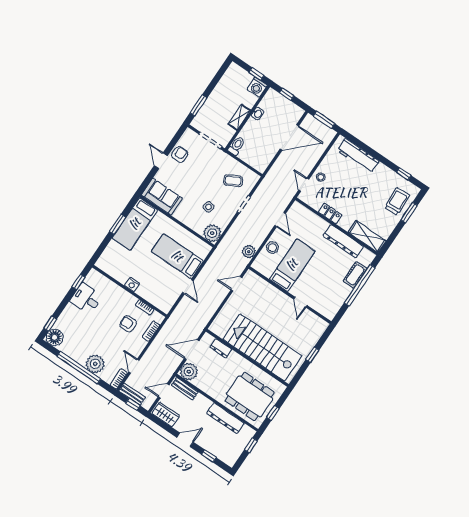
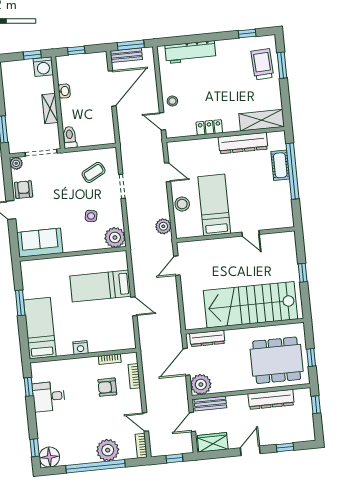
plant: (189, 134) -> (16, 163), added
bed: (135, 224) -> (40, 328), moved, turned 180
dresser: (221, 348) -> (207, 338), width x1.44
bench: (132, 394) -> (126, 55), moved

